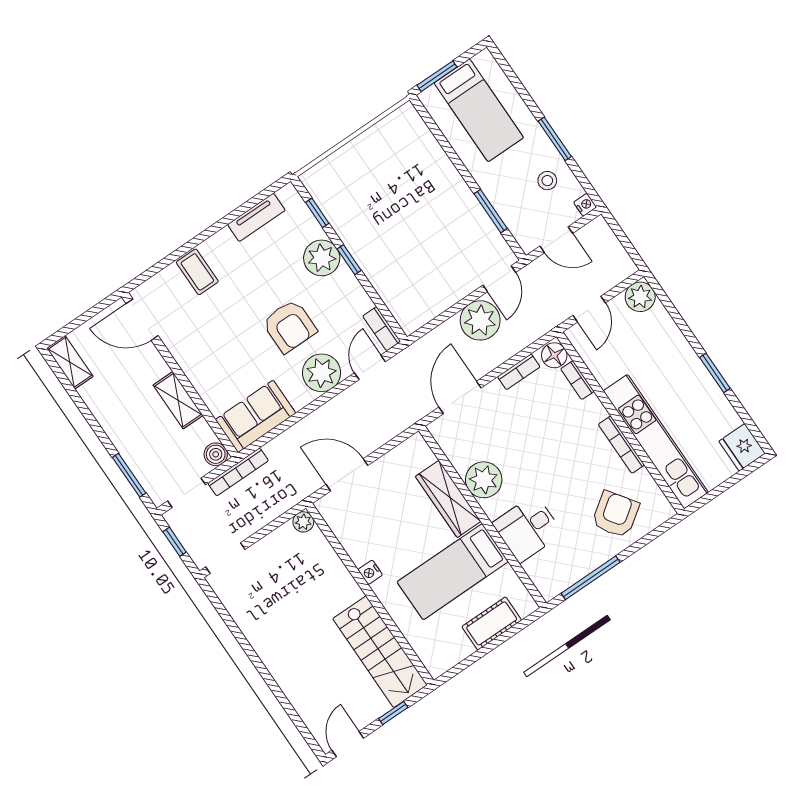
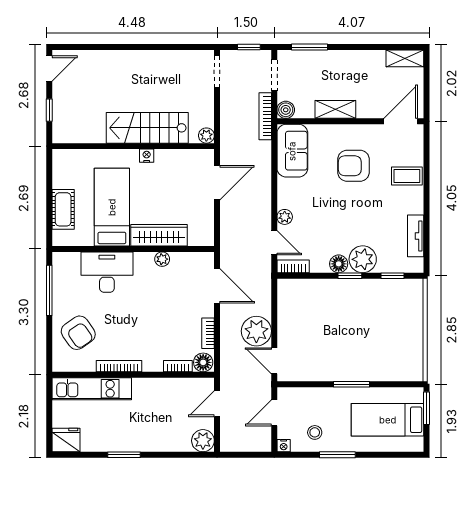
window: (491, 211) -> (352, 384), moved
floor lamp: (345, 281) -> (339, 264), added
door: (589, 309) -> (217, 404), hinge flipped
armchair: (290, 326) -> (354, 166), moved
plant: (321, 373) -> (285, 217), width x0.53, depth x0.53
kitchen unit: (656, 442) -> (92, 389), width x0.73
plant: (484, 480) -> (162, 259), width x0.53, depth x0.53
desk: (528, 528) -> (107, 272), width x1.37
stairs: (380, 652) -> (147, 128), moved
door: (348, 744) -> (49, 69), hinge flipped

